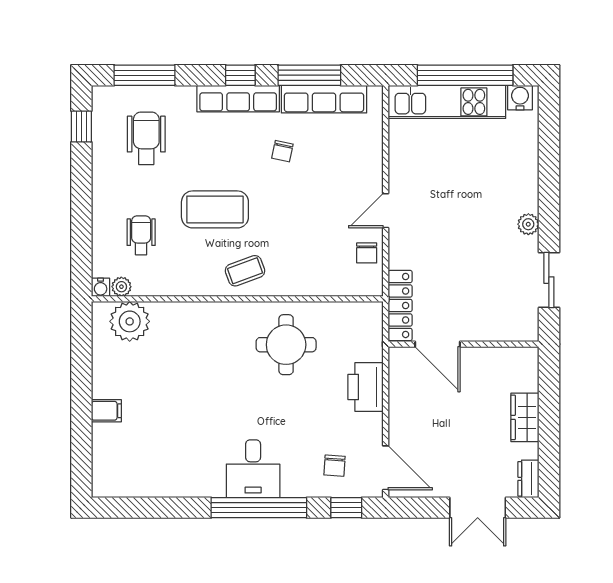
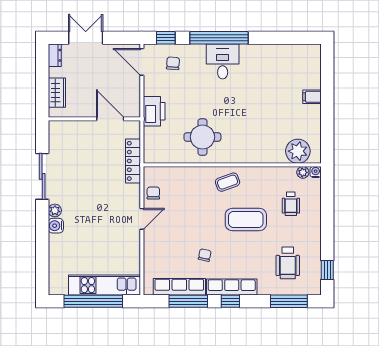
water cooler: (520, 98) -> (56, 226), moved, turned 90
sliding door: (549, 280) -> (42, 176), width x1.37
door: (438, 344) -> (110, 119), moved
wall: (463, 344) -> (94, 119), moved

